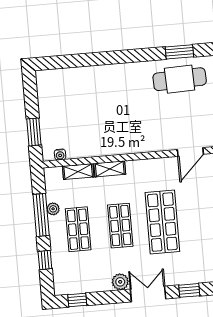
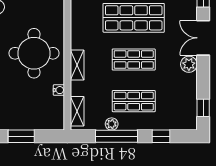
round table: (118, 124) -> (34, 53), added
window: (34, 132) -> (21, 136), moved
water cooler: (60, 155) -> (59, 90), moved
shelving: (78, 172) -> (77, 111), moved

